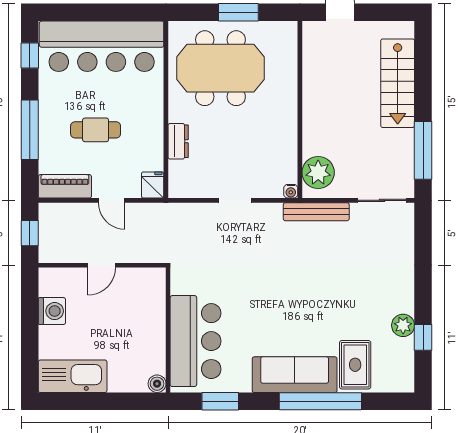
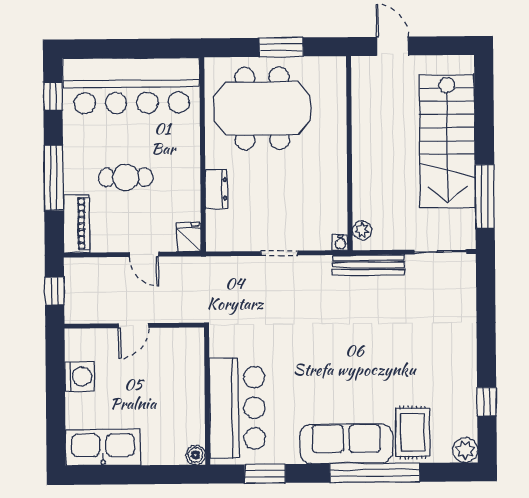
stairs: (398, 83) -> (447, 141), width x1.36, depth x1.51
plant: (318, 172) -> (362, 230), width x0.53, depth x0.53
piano: (65, 186) -> (76, 224), moved, turned 90
plant: (403, 325) -> (465, 450), moved

